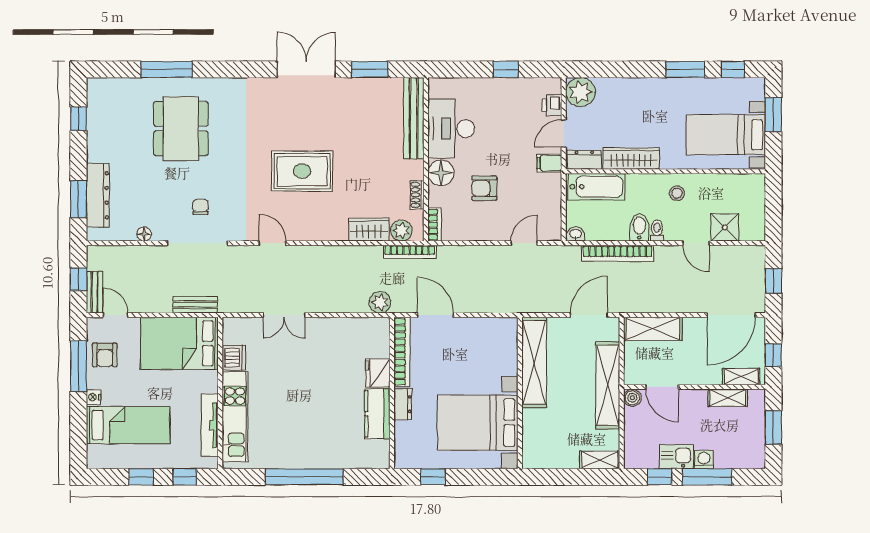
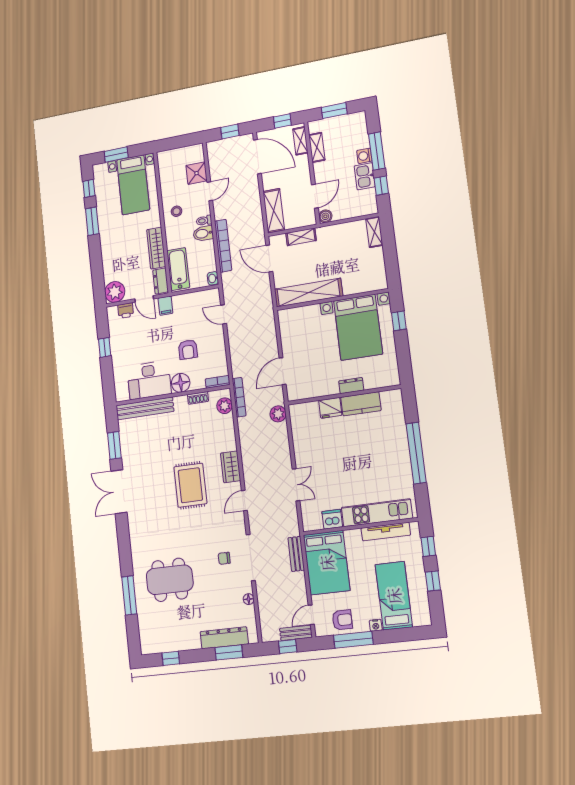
wardrobe: (369, 230) -> (231, 467), moved
bookcase: (402, 352) -> (313, 392), removed
shelving: (608, 385) -> (301, 237), width x0.45, depth x0.75
window: (433, 477) -> (399, 321), moved

